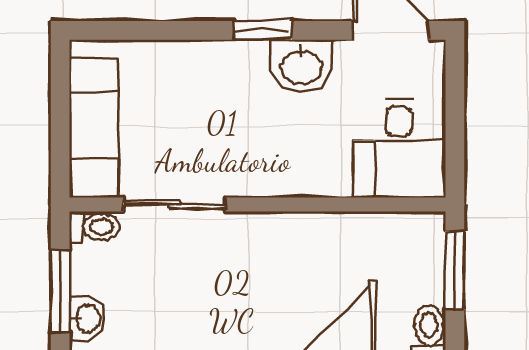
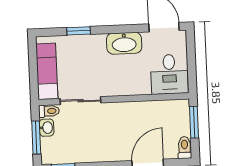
window: (263, 30) -> (79, 31), moved
washbasin: (301, 66) -> (124, 43), width x1.38
washbasin: (87, 319) -> (47, 128), moved

